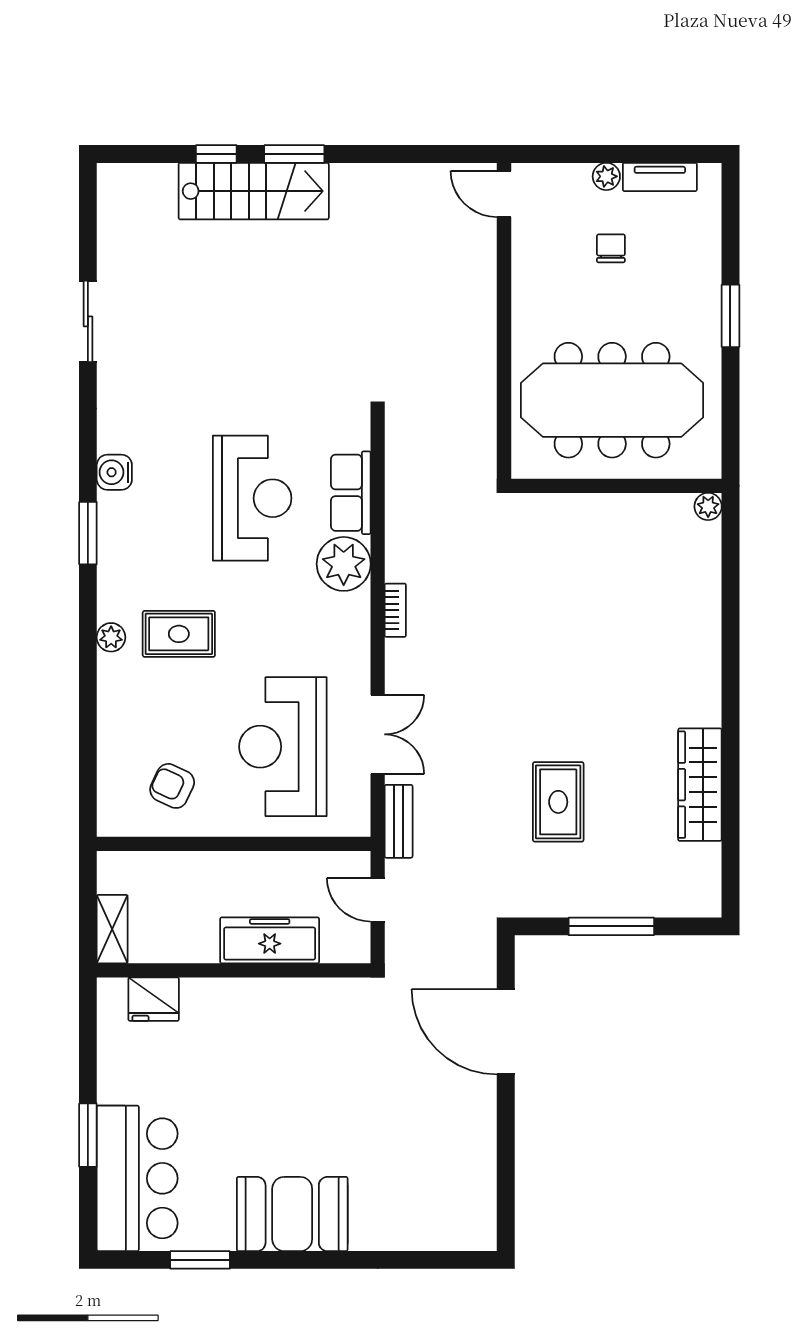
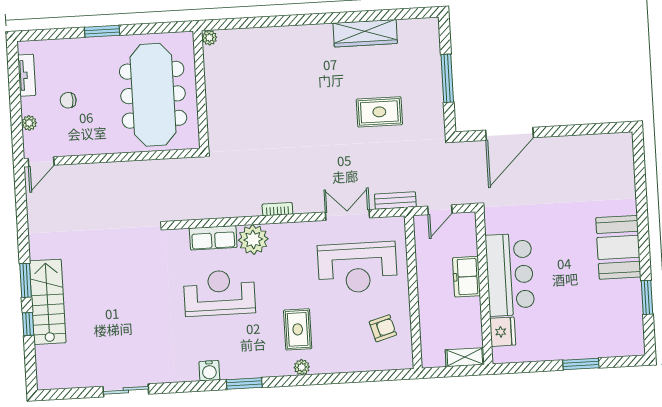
plant: (606, 176) -> (29, 123), moved
armchair: (172, 786) -> (383, 328), turned -131
freezer: (270, 940) -> (466, 277), width x0.71
bar counter: (137, 1178) -> (510, 275), moved, turned 90

